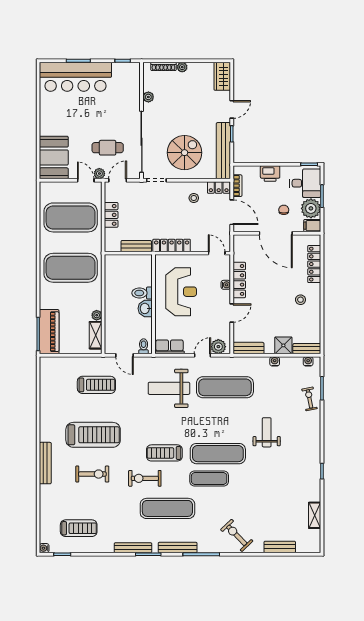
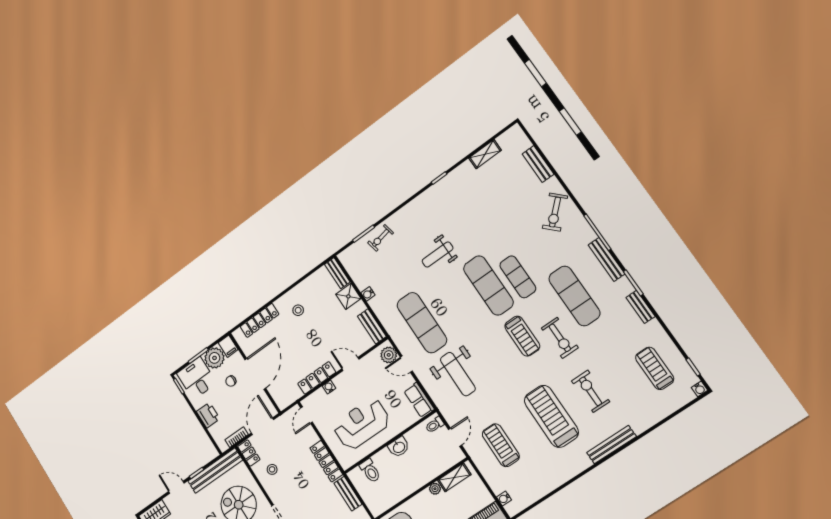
toilet: (142, 293) -> (370, 471), moved
water cooler: (308, 361) -> (504, 498), moved
bench: (133, 548) -> (641, 307), width x0.73

